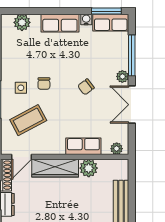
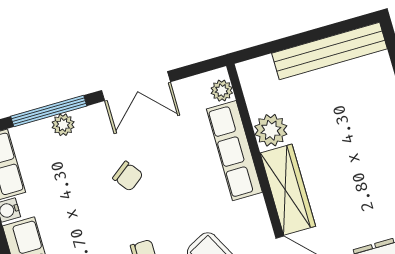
plant: (122, 76) -> (63, 125), moved
row of seats: (83, 146) -> (234, 151), width x1.48

